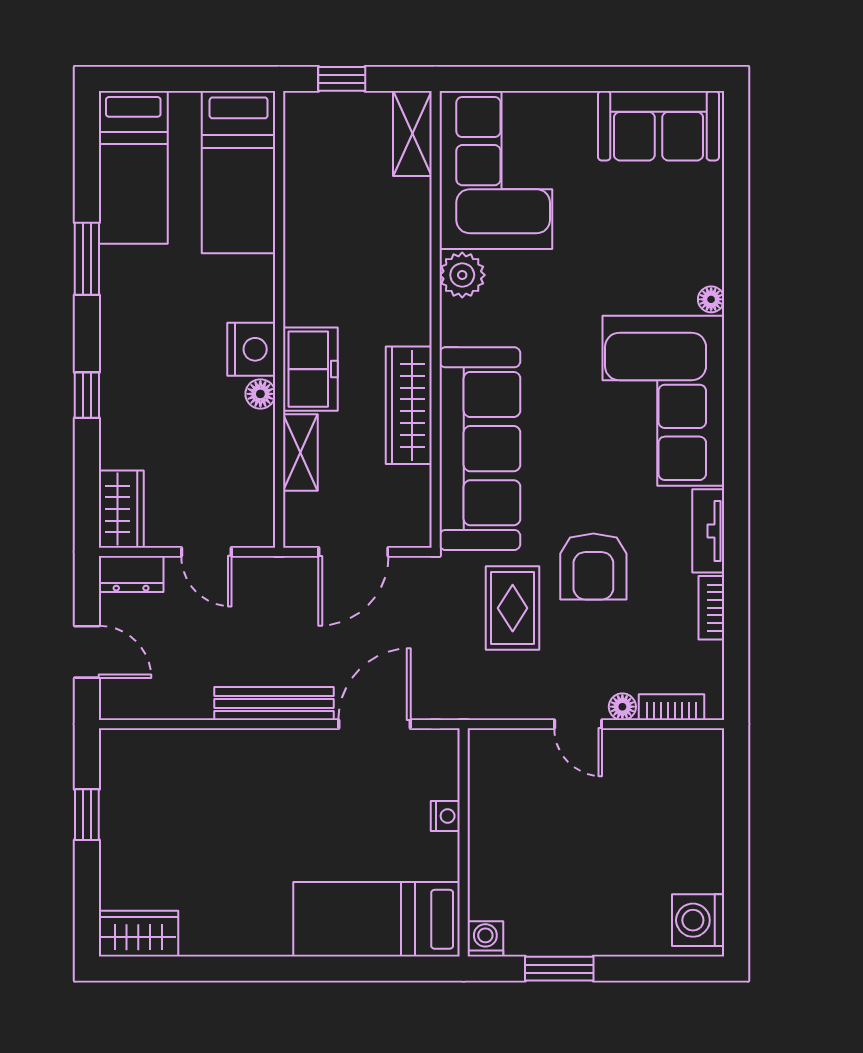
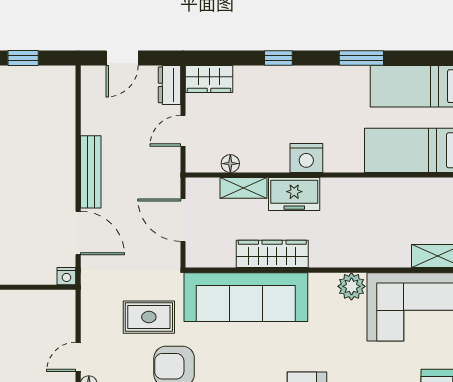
floor lamp: (260, 394) -> (230, 164), moved
nightstand: (445, 816) -> (66, 276), moved

